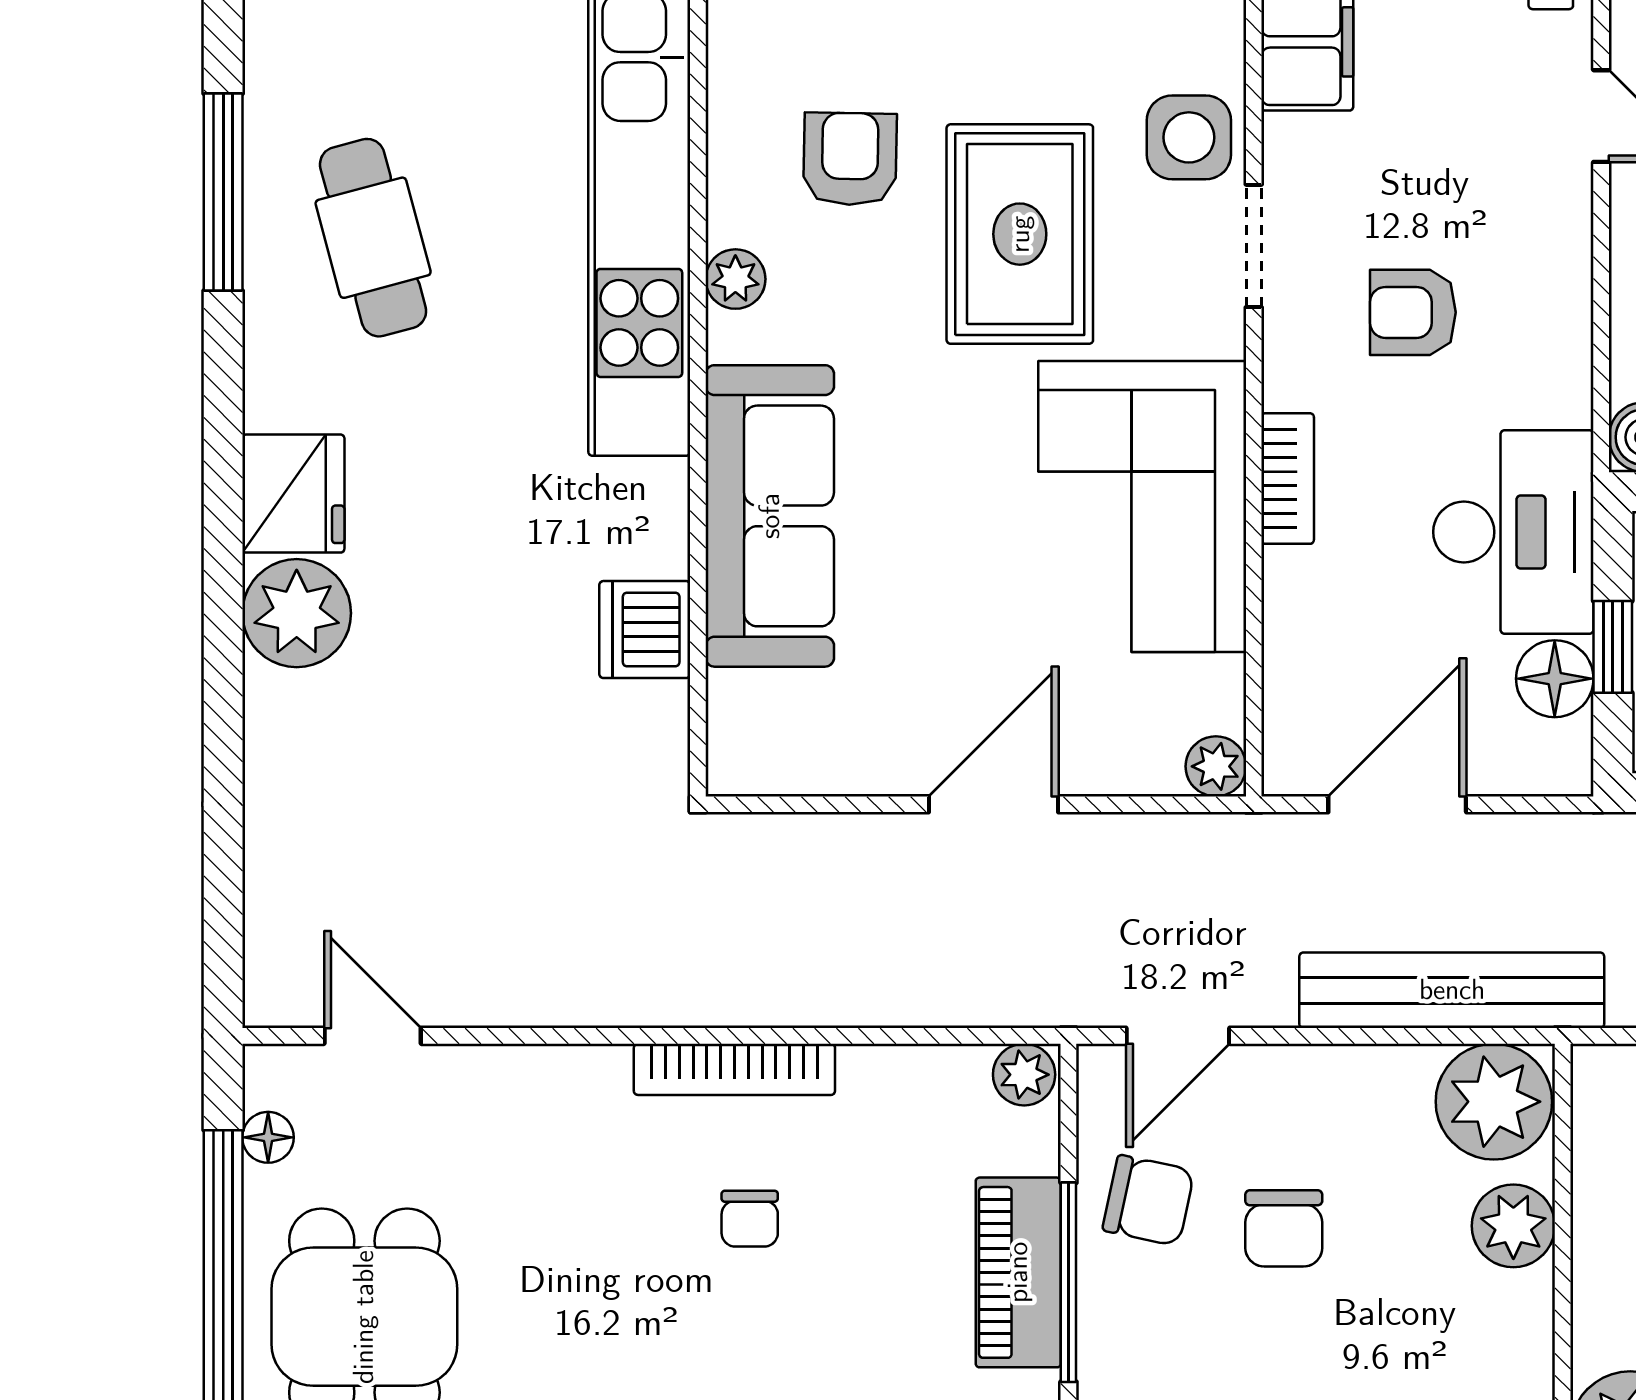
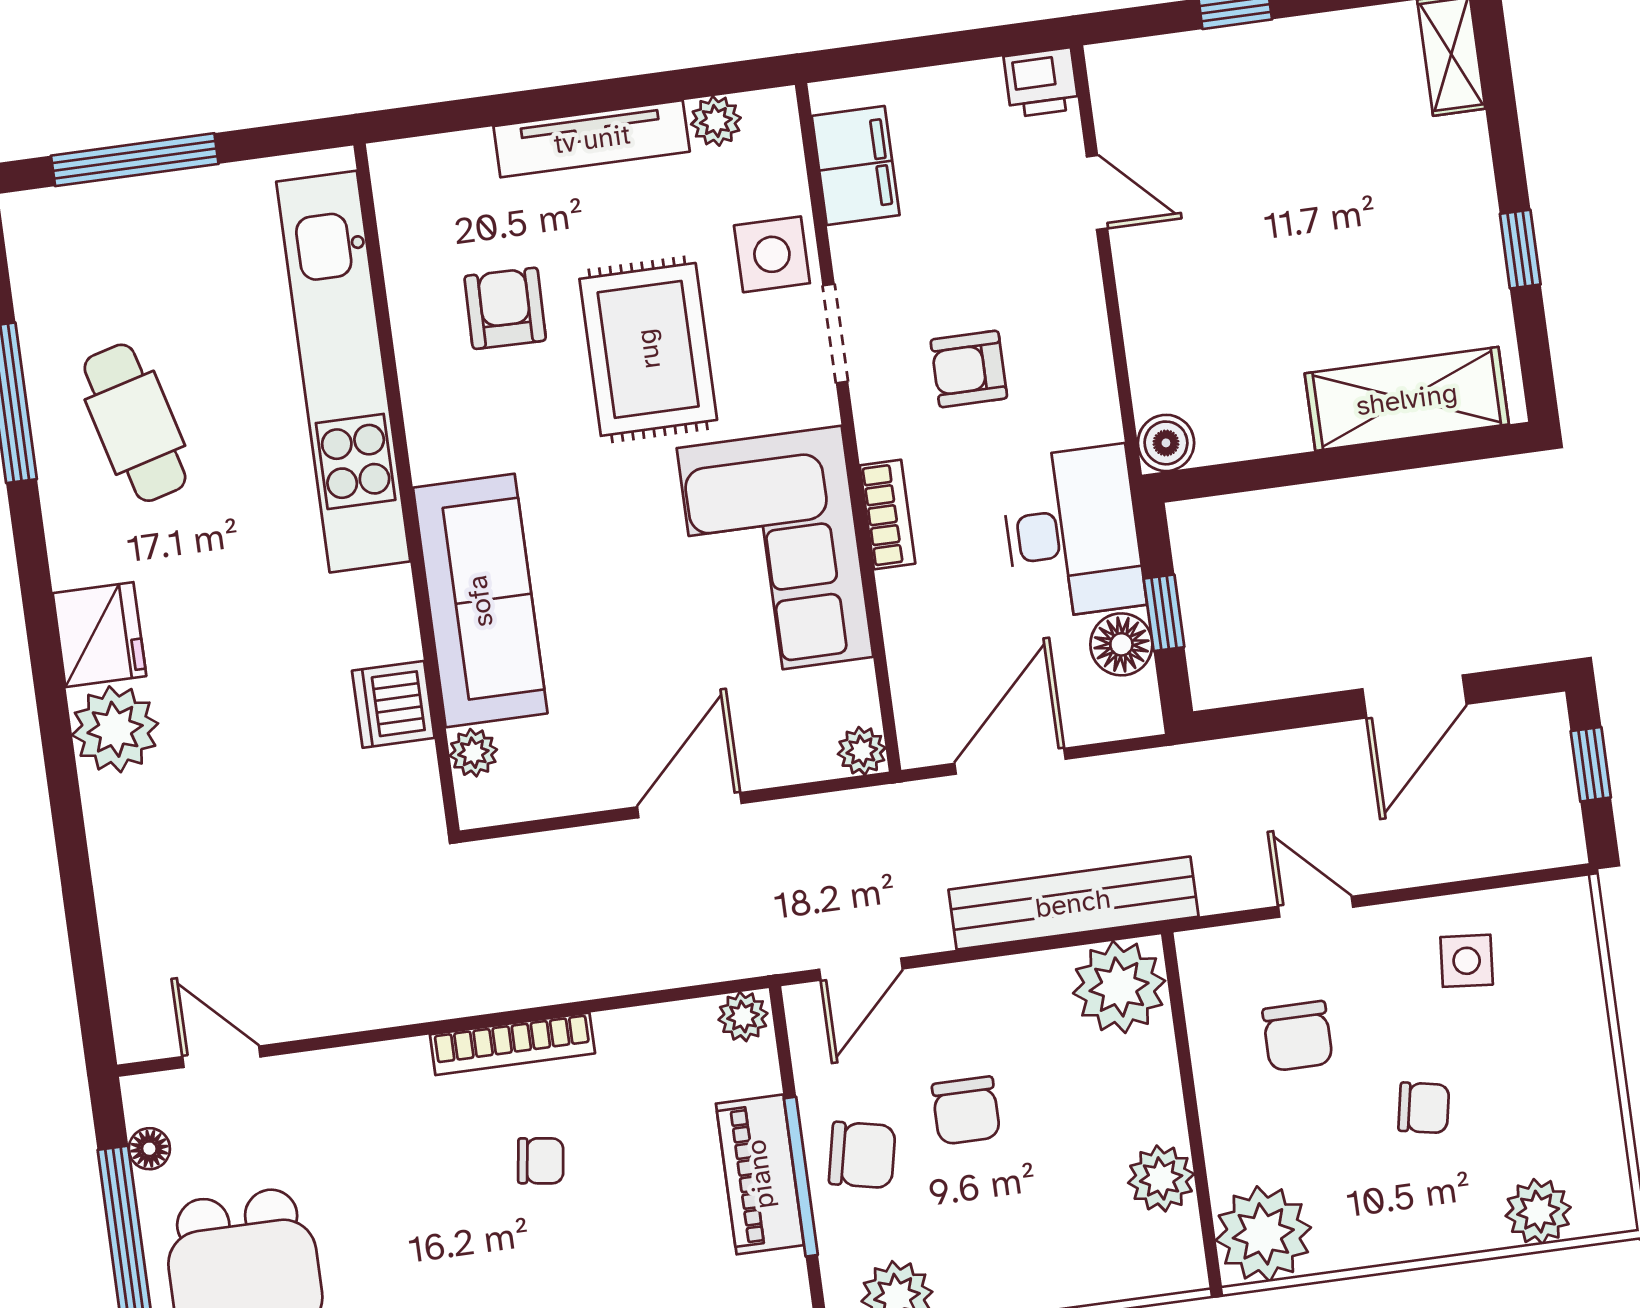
plant: (735, 279) -> (473, 753), moved
chair: (1148, 1200) -> (862, 1155), moved
chair: (750, 1219) -> (541, 1161), turned -82
plant: (1513, 1226) -> (1161, 1178), moved

